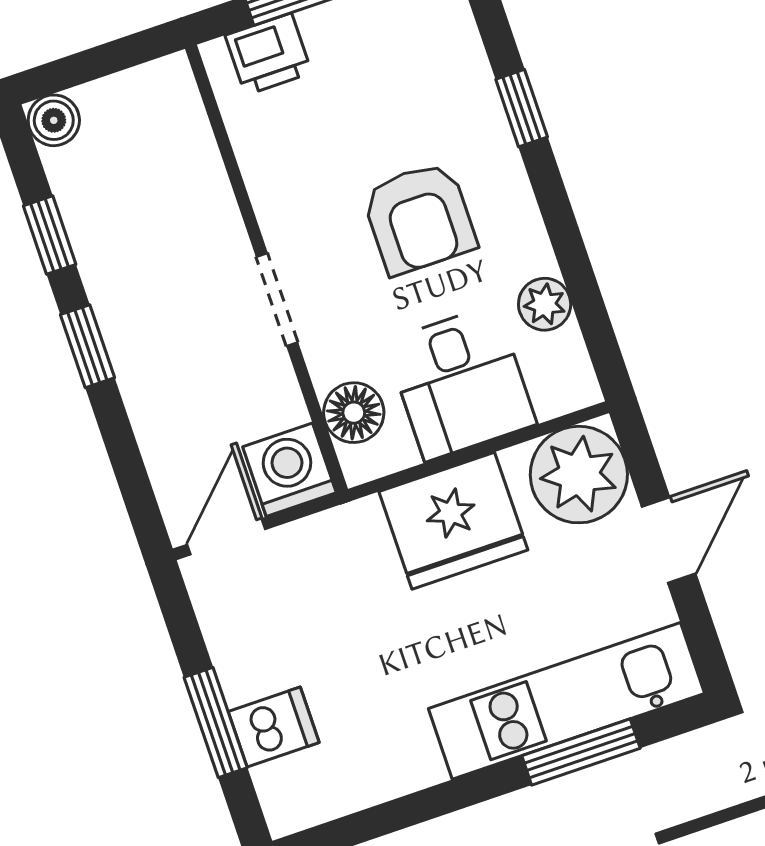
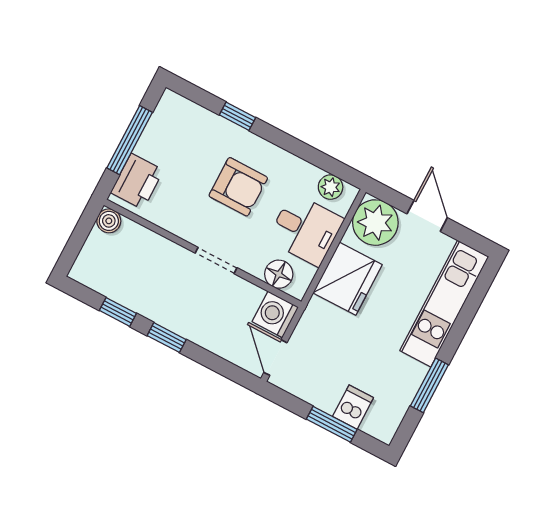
printer: (268, 54) -> (137, 181), width x1.36, depth x1.24
boiler: (54, 120) -> (109, 221), moved
plant: (545, 304) -> (331, 187), moved
window: (581, 752) -> (429, 385), moved

